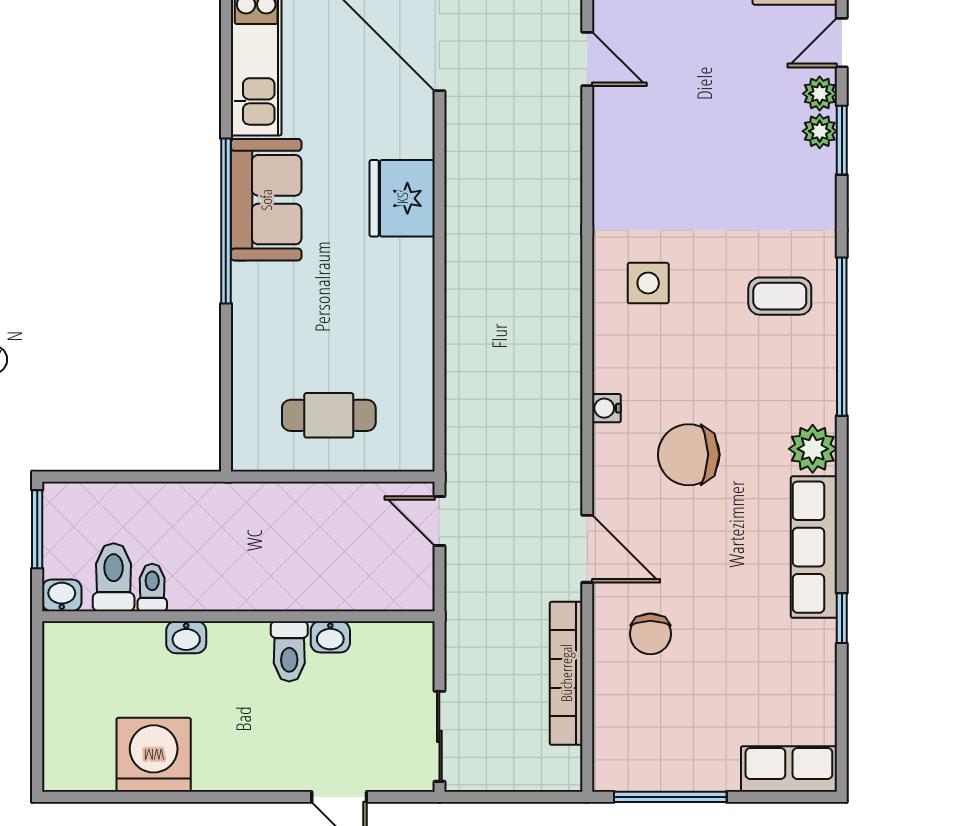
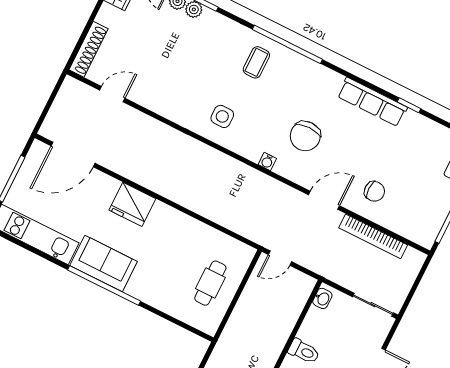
plant: (813, 449) -> (330, 81), removed
washbasin: (330, 637) -> (322, 298), moved

